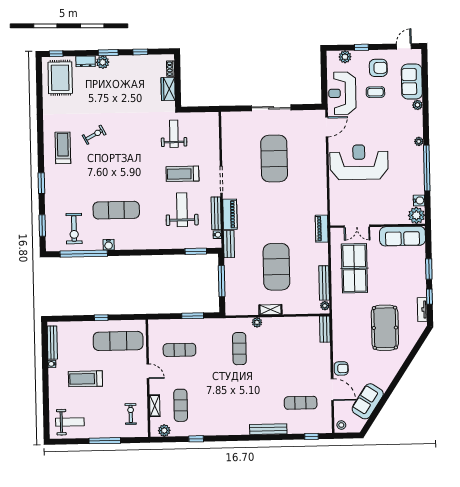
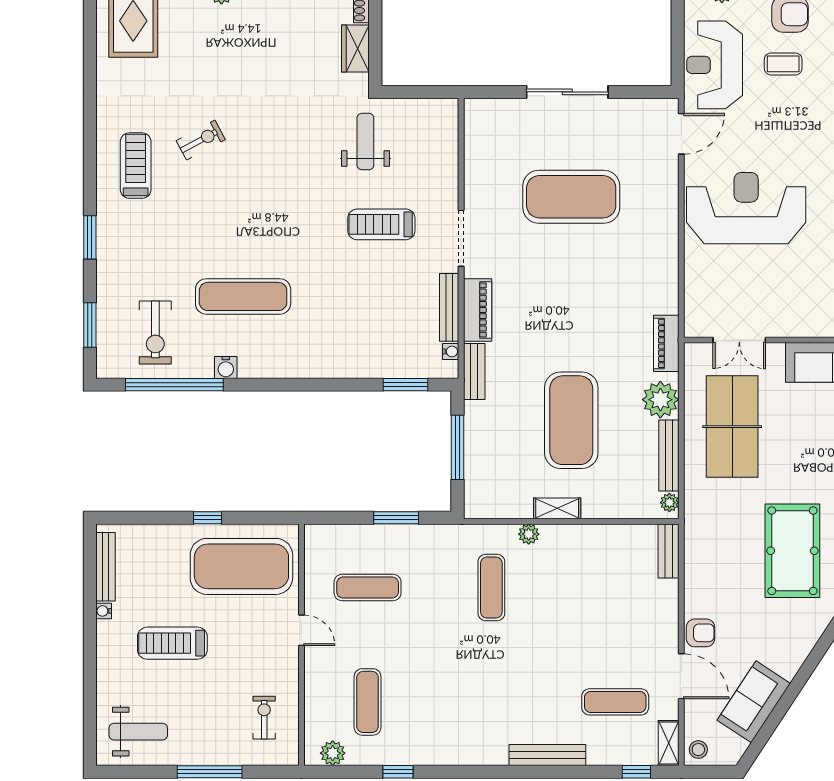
exercise mat: (274, 159) -> (571, 197), turned 90
weight bench: (182, 210) -> (379, 298), removed
plant: (319, 256) -> (660, 400), added
exercise mat: (118, 341) -> (241, 566), width x1.47
shelving: (155, 406) -> (669, 743), moved

